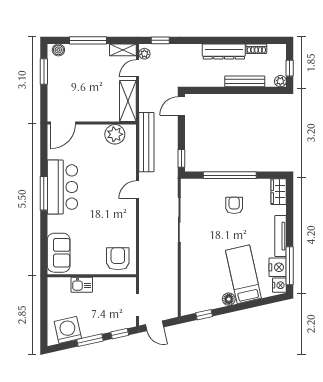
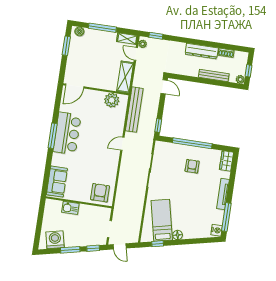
door: (138, 68) -> (136, 54), hinge flipped
door: (181, 106) -> (164, 87), swing flipped
nightstand: (278, 267) -> (217, 217), removed
bed: (243, 274) -> (162, 220), moved

